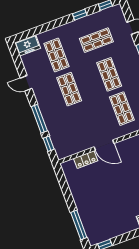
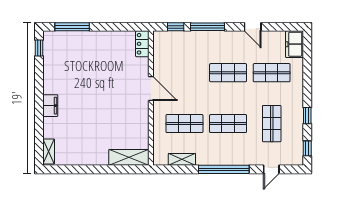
door: (26, 83) -> (253, 27), swing flipped
door: (104, 145) -> (151, 88), swing flipped
locker: (86, 160) -> (142, 44), moved

